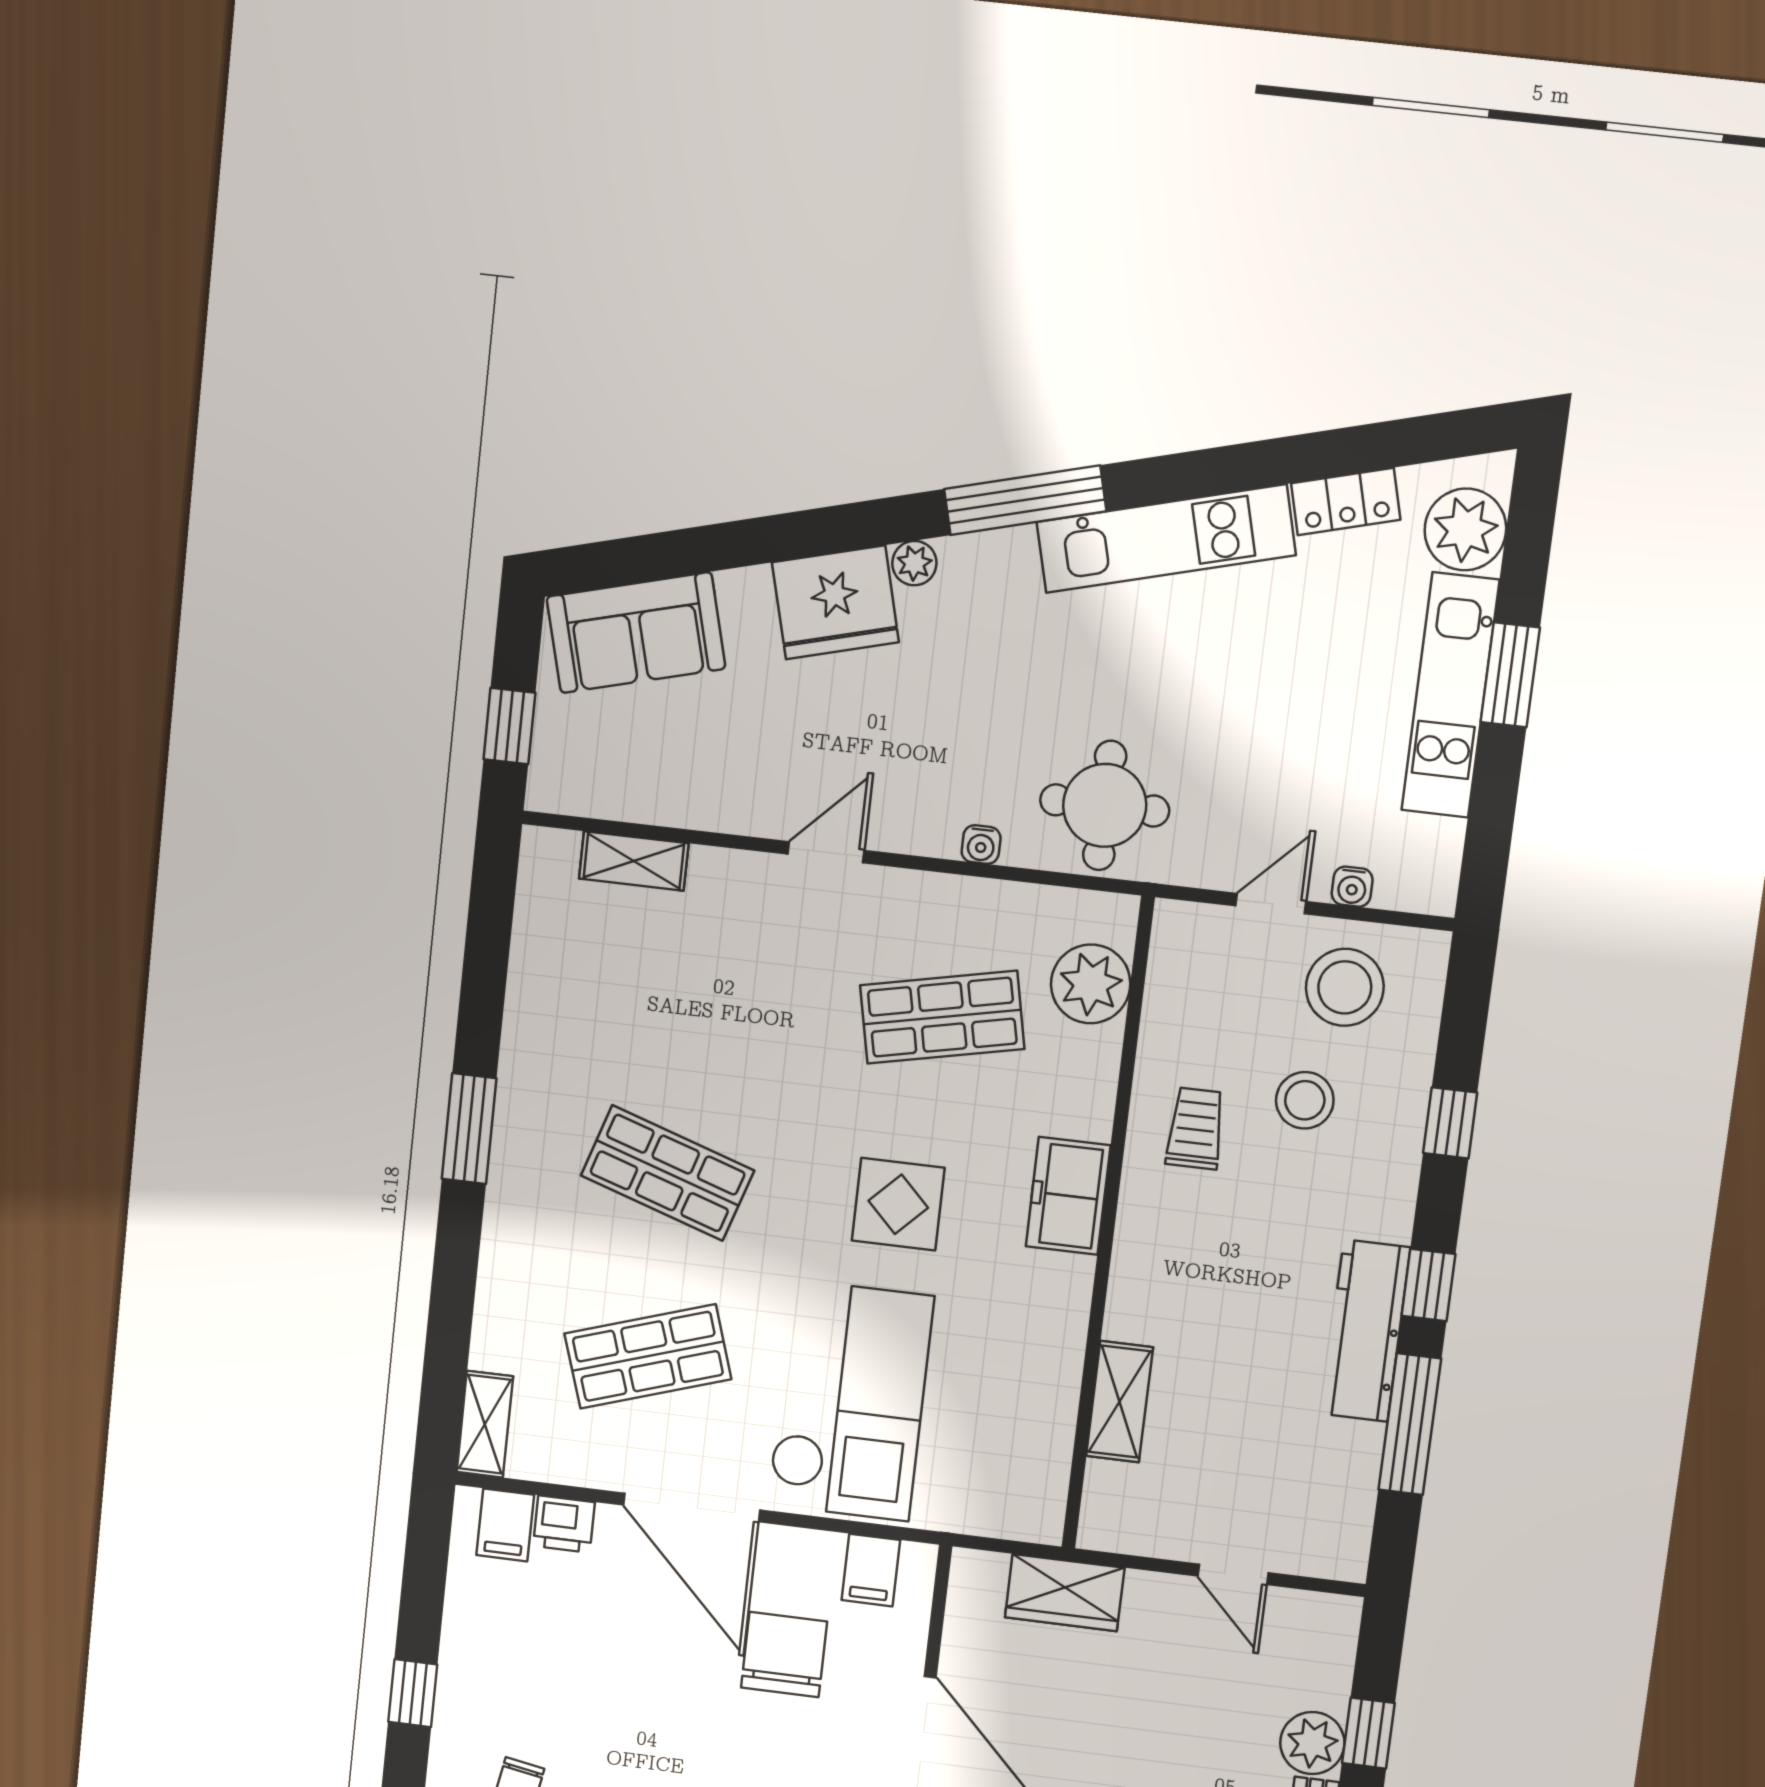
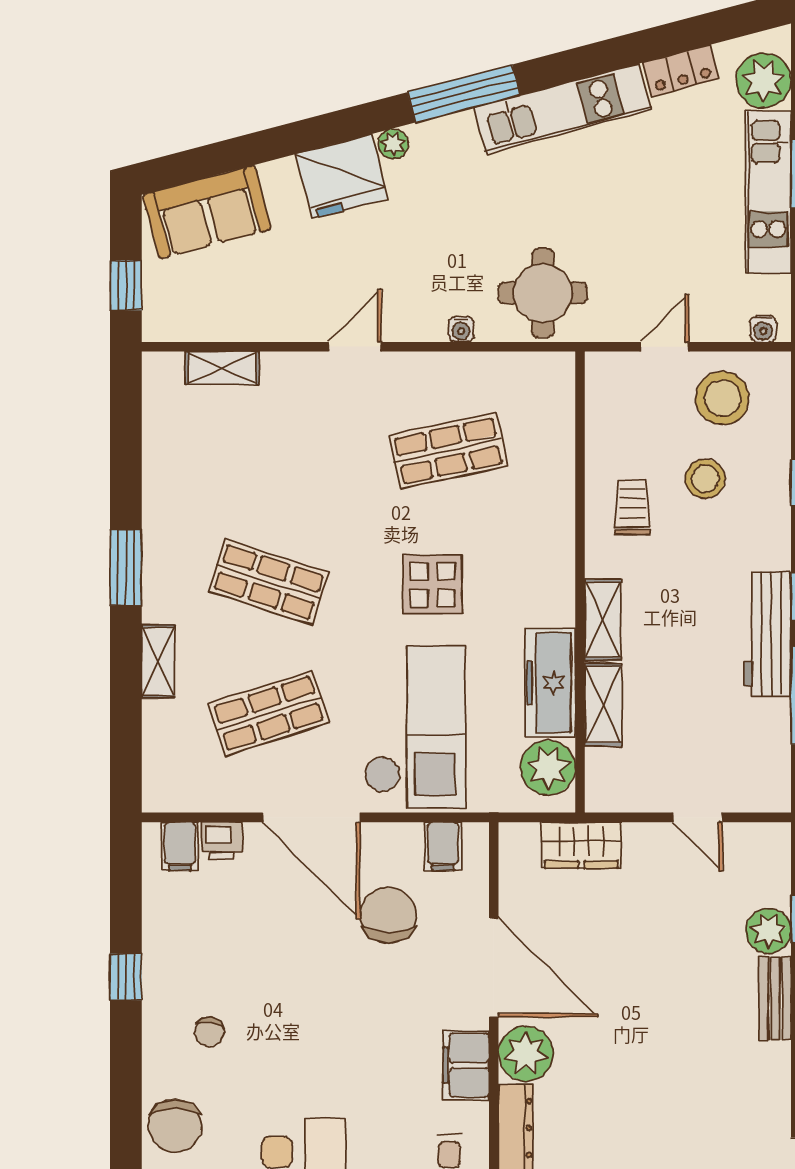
water cooler: (1352, 887) -> (763, 329), moved
plant: (1091, 984) -> (548, 768), moved
freezer: (1068, 1196) -> (550, 683), moved, width x1.40
shelving: (1134, 1282) -> (603, 620), added
shelving: (485, 1424) -> (158, 661), moved

